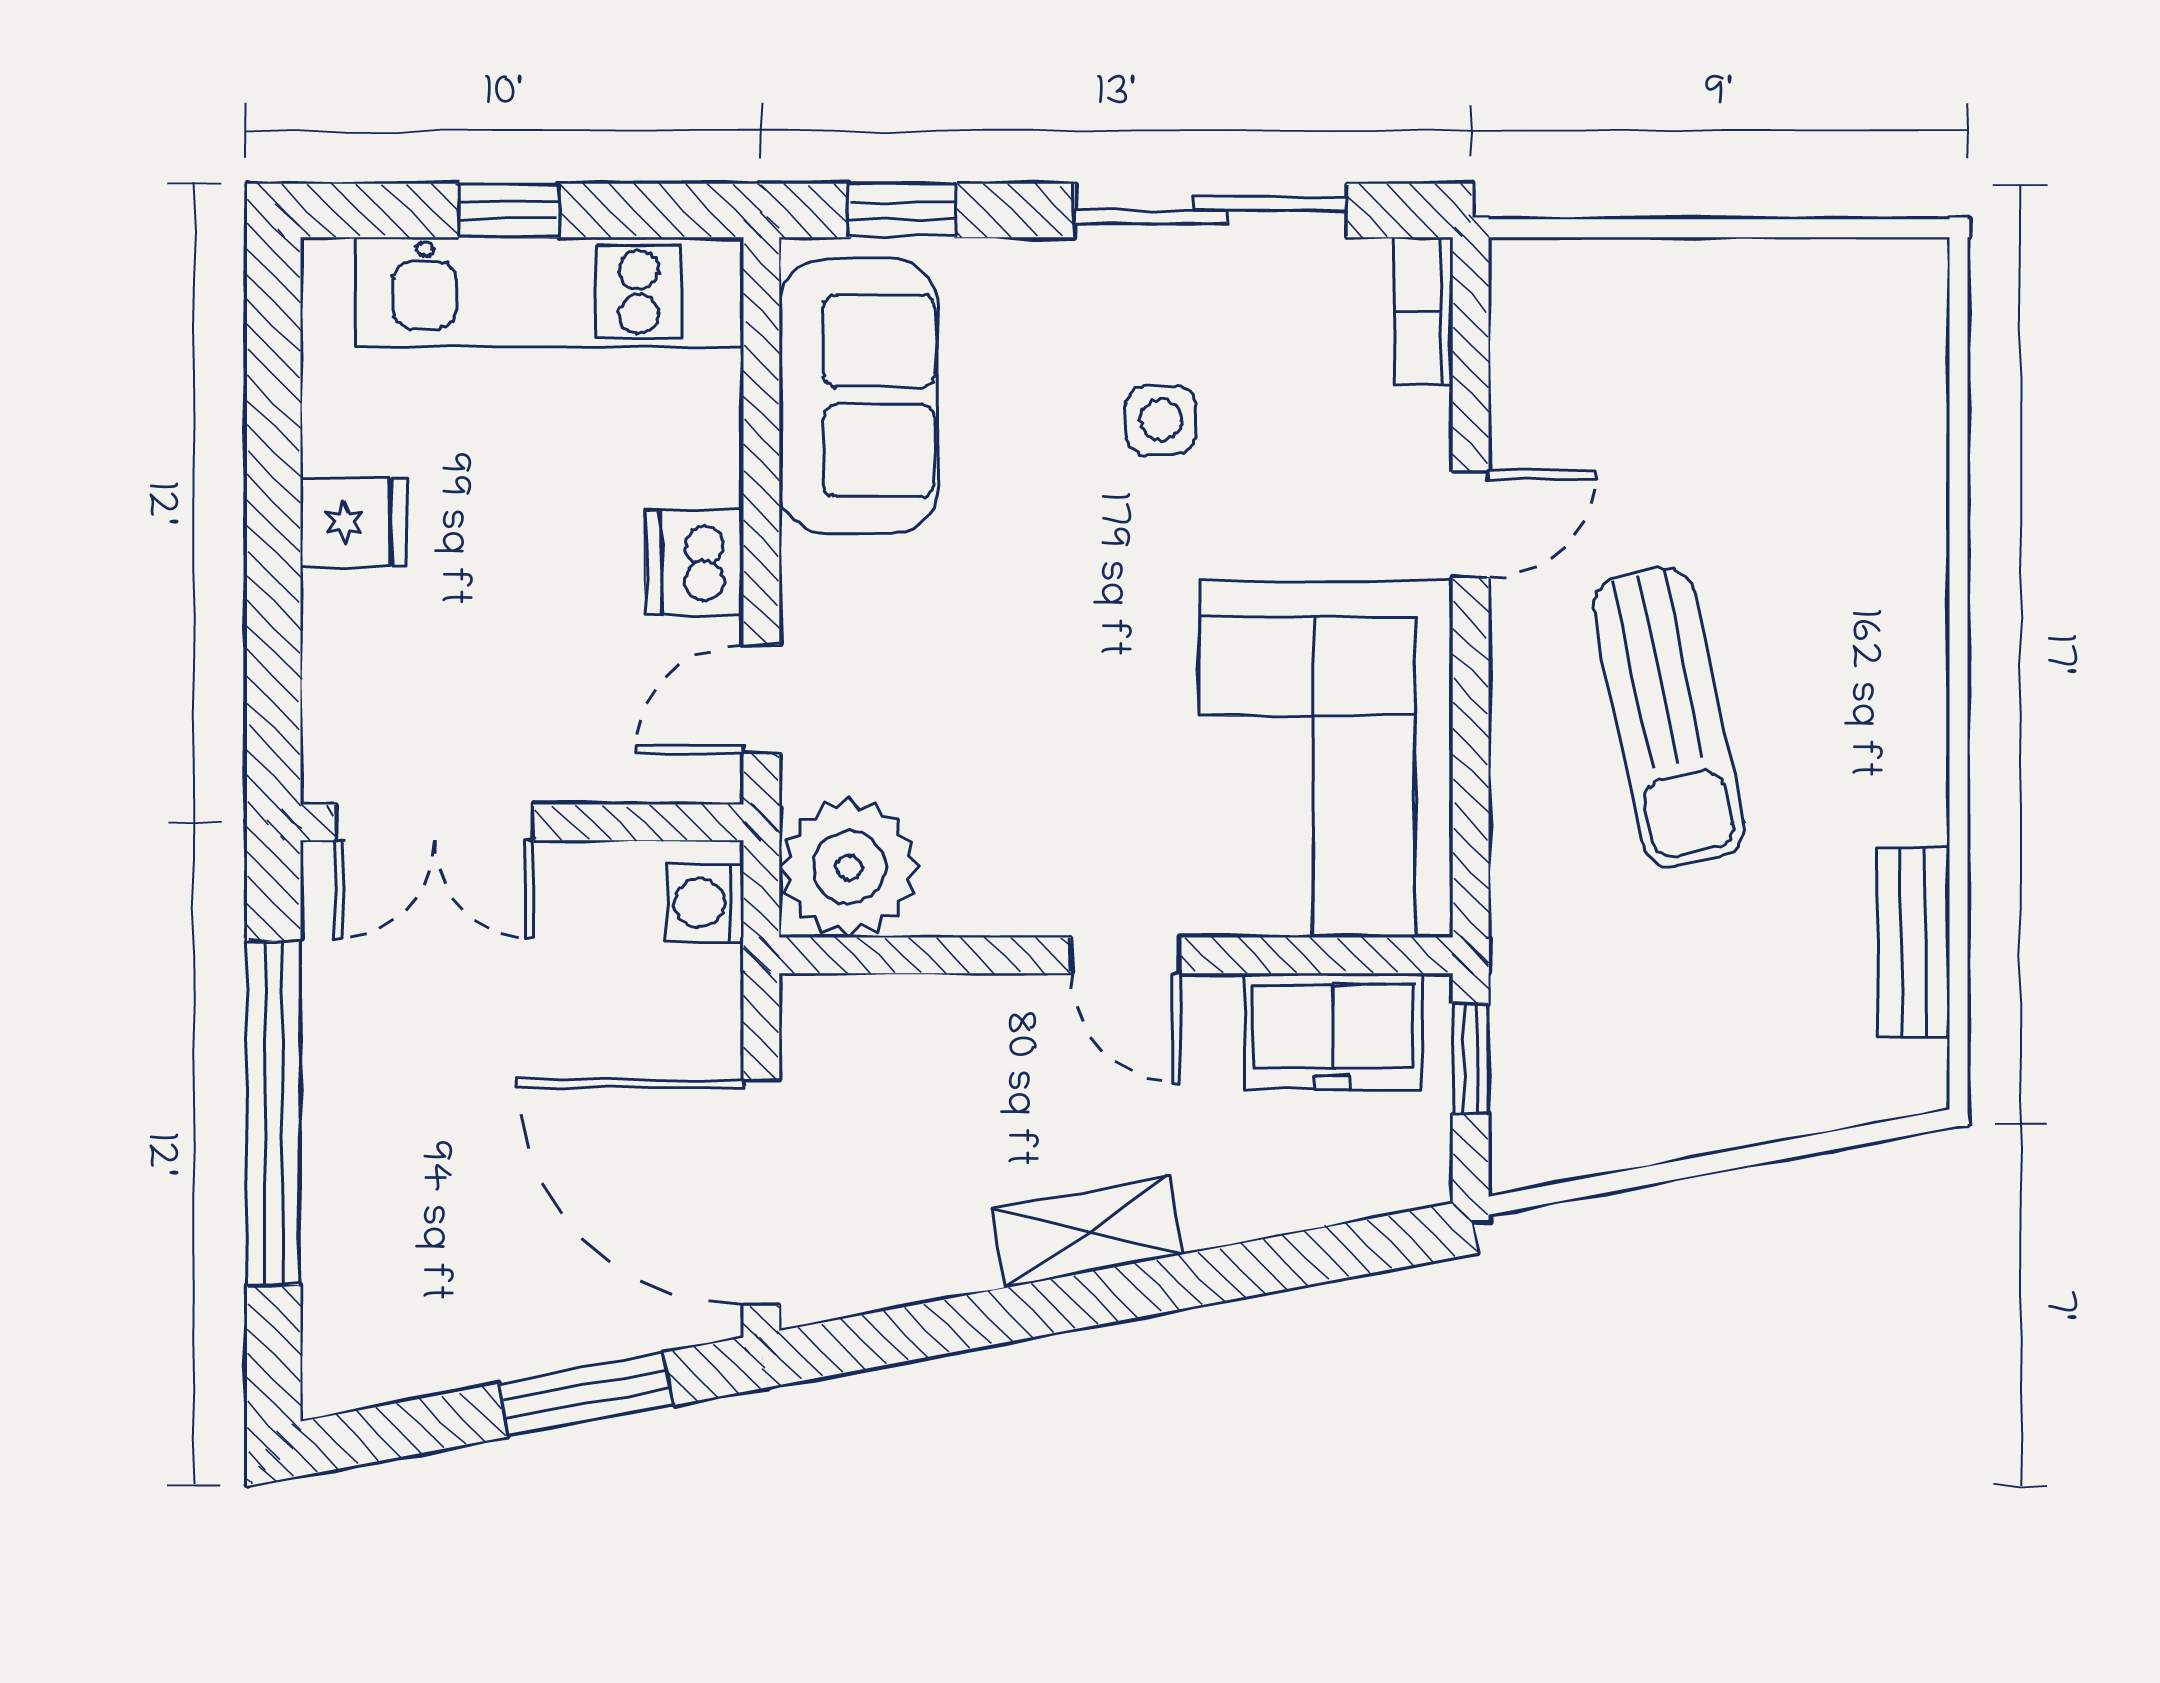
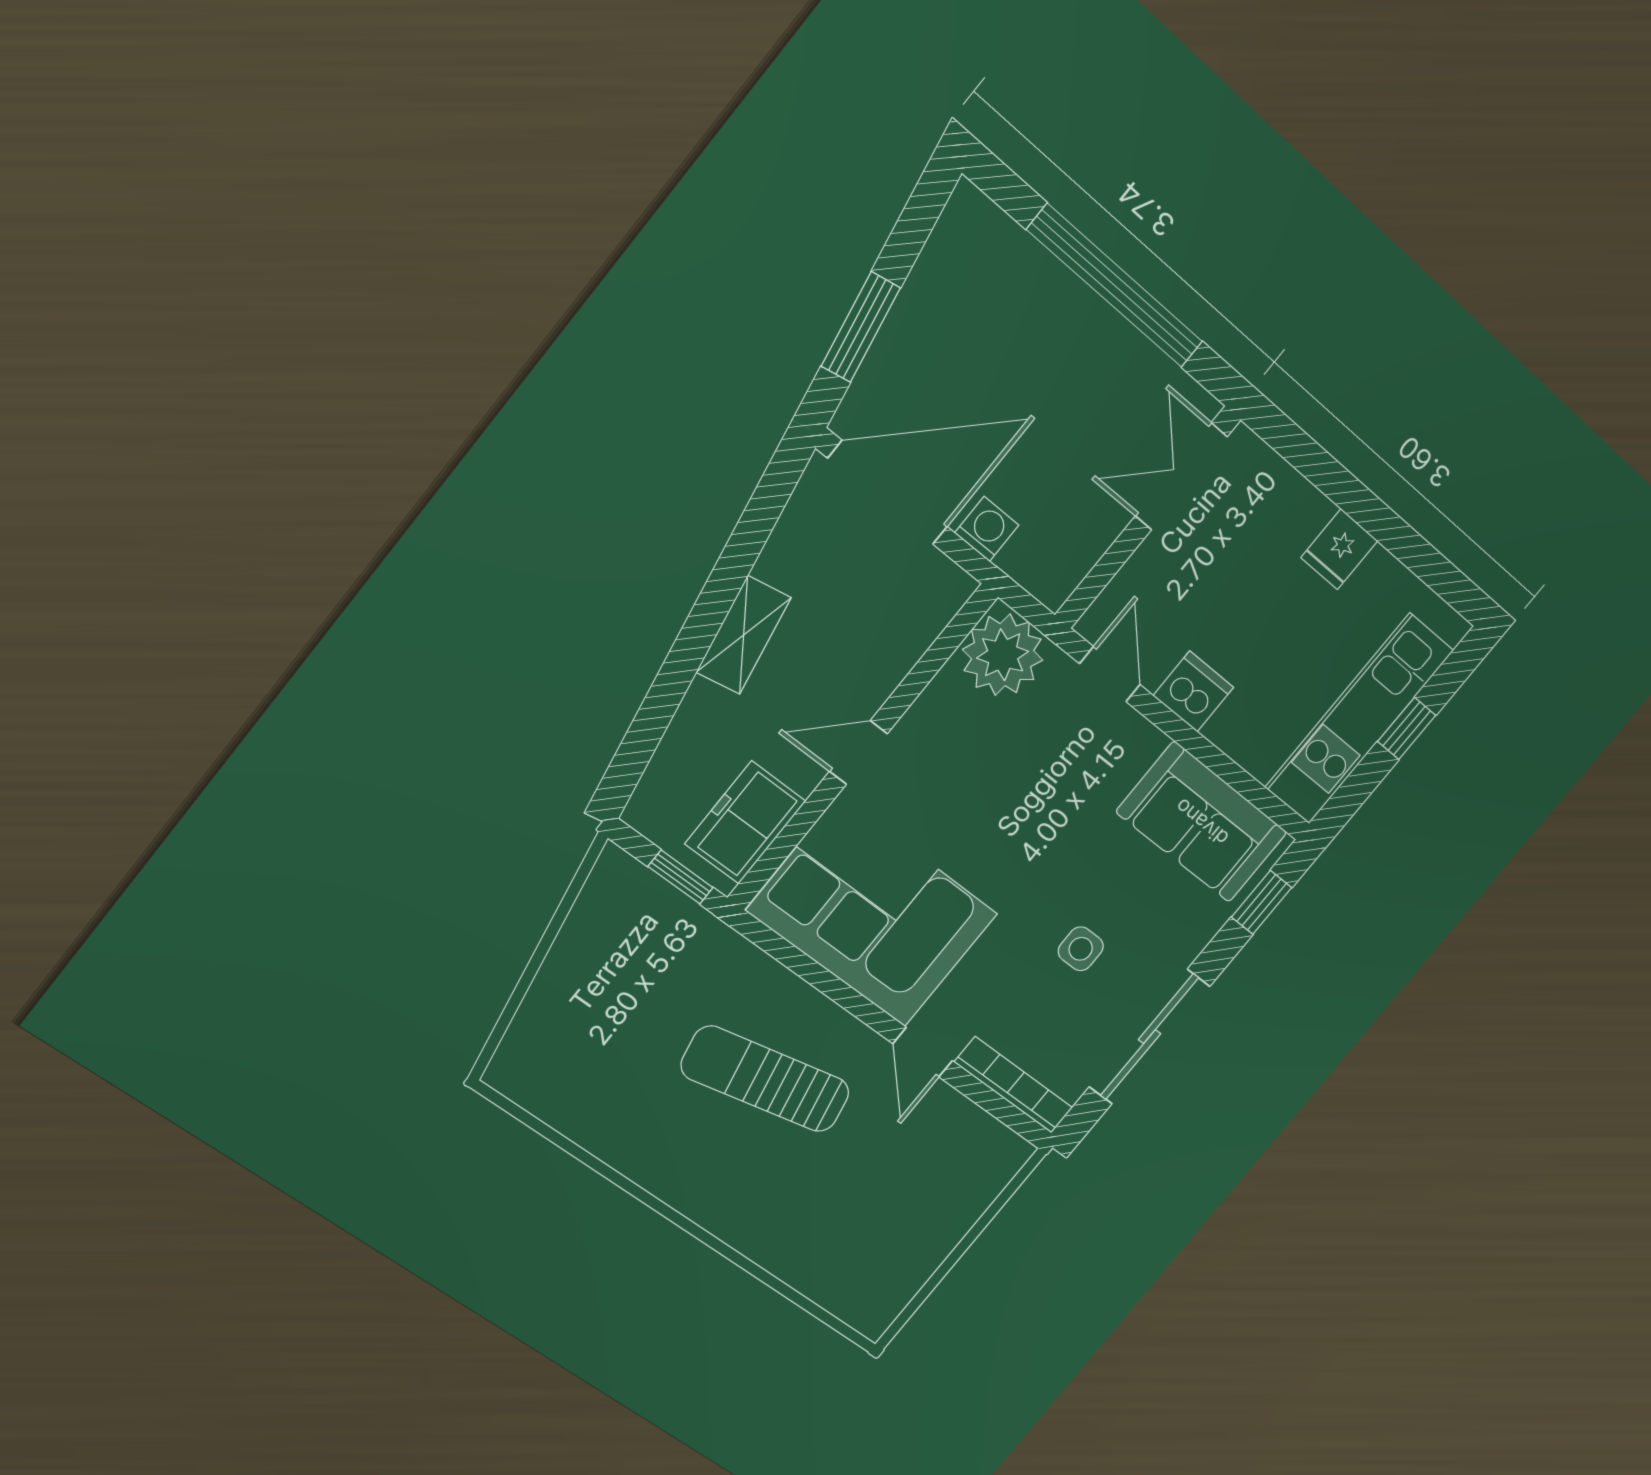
bookcase: (1423, 311) -> (1014, 1085), width x1.56
washing machine: (705, 903) -> (987, 529), moved
bench: (1913, 942) -> (572, 1118), removed

